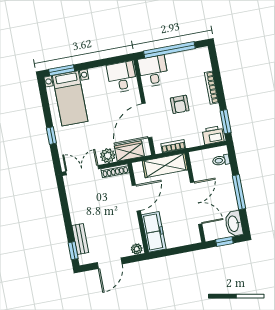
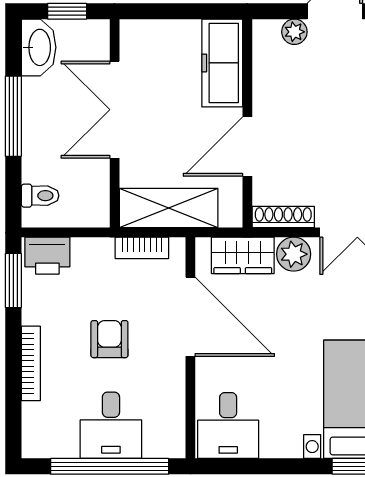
desk: (153, 71) -> (111, 425), moved
door: (147, 120) -> (190, 317), hinge flipped
plant: (137, 249) -> (294, 32), moved

